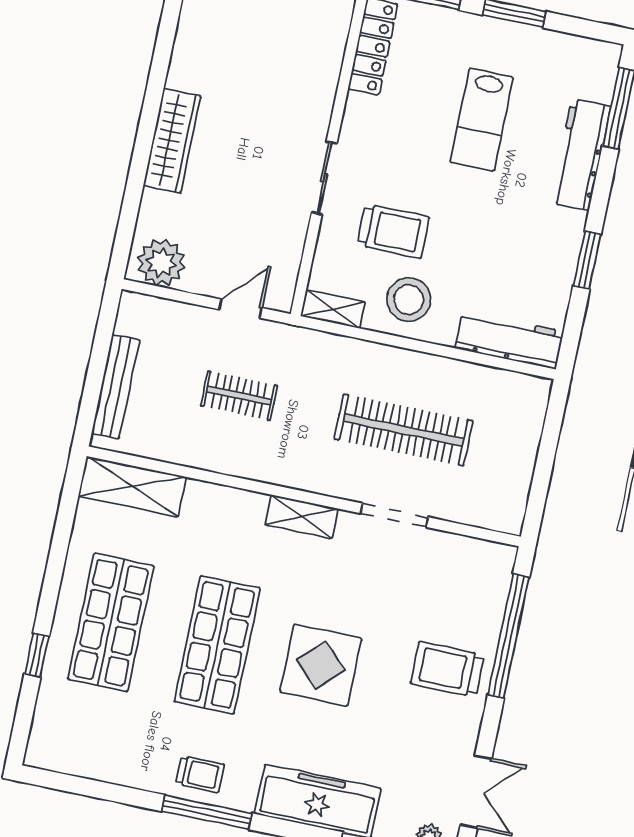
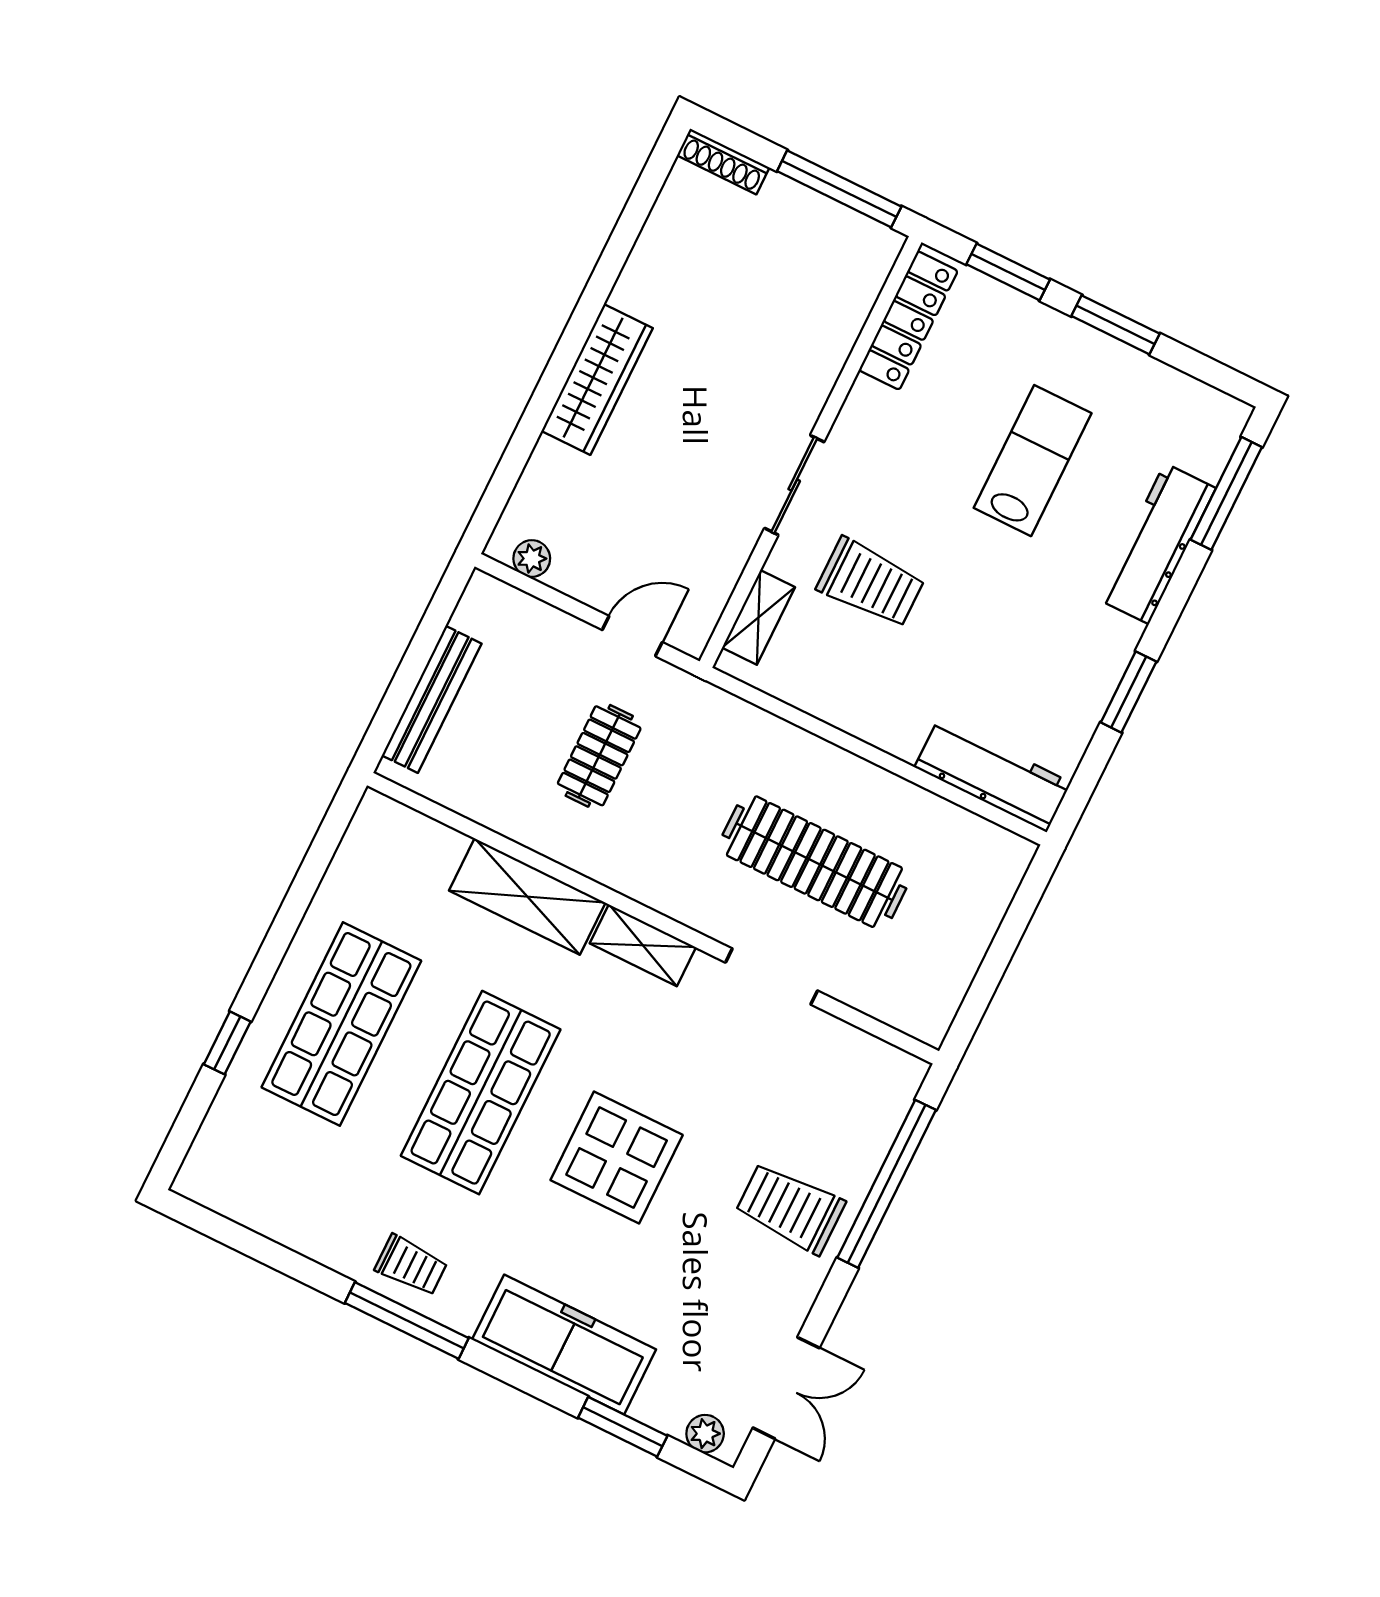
lab bench: (482, 120) -> (1033, 461), turned 180
plant: (161, 262) -> (532, 558), width x0.53, depth x0.53
stool: (409, 300) -> (868, 683), removed
shelving: (333, 309) -> (759, 617), moved, turned 90
clothes rail: (239, 396) -> (599, 756), turned 90
shelving: (132, 486) -> (527, 897), moved

